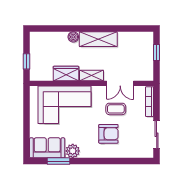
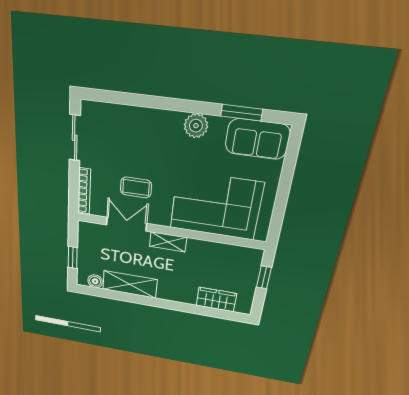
boiler: (73, 37) -> (95, 281), moved
shelving: (98, 39) -> (130, 284), moved
wardrobe: (66, 74) -> (216, 300), moved, turned 180
armchair: (108, 134) -> (151, 149), removed
plant: (73, 151) -> (196, 126), moved

